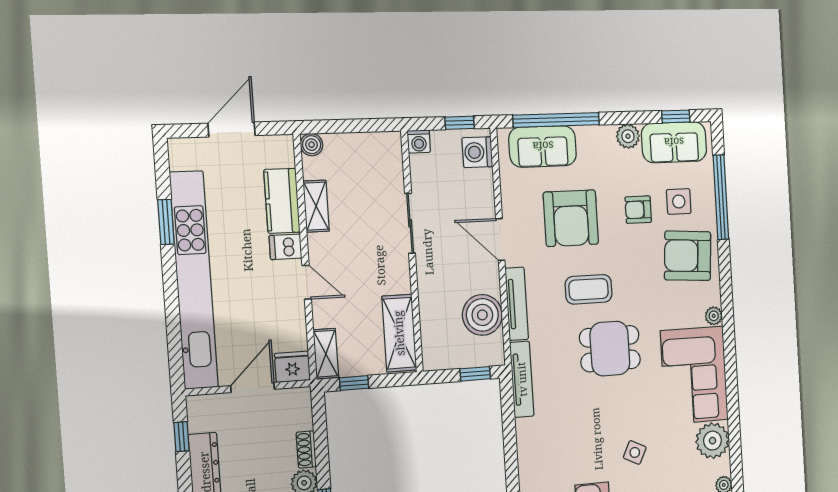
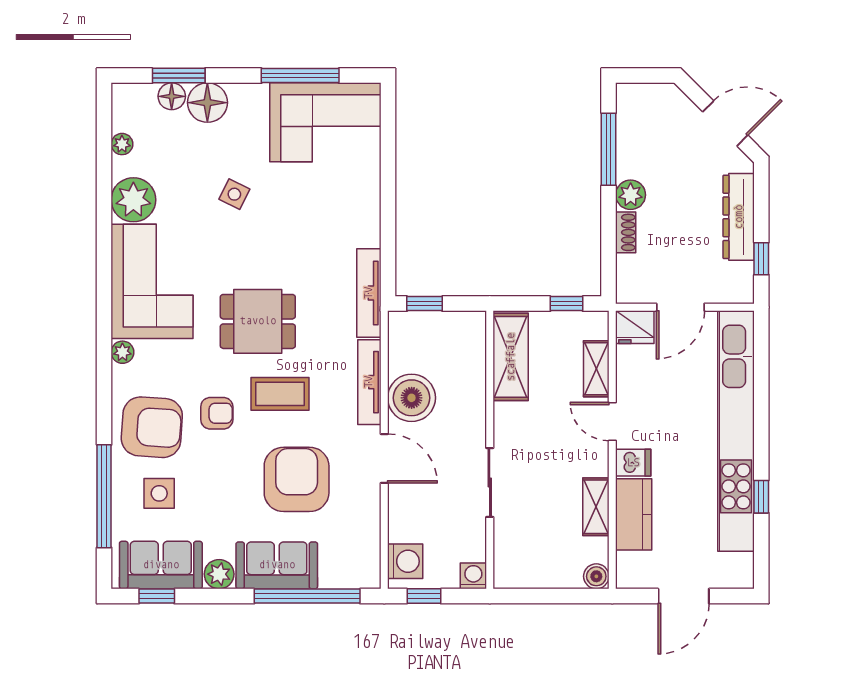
sofa: (543, 146) -> (277, 565), moved
armchair: (638, 210) -> (217, 413), moved
window: (166, 222) -> (761, 497), width x0.67
boiler: (482, 315) -> (412, 398), moved
shelving: (326, 354) -> (596, 369), moved

